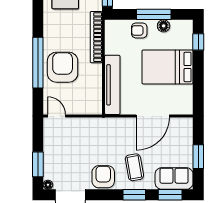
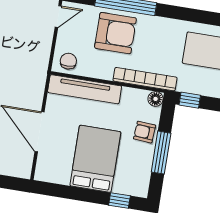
floor lamp: (164, 26) -> (156, 99), moved
armchair: (139, 30) -> (145, 132), turned -86
chair: (92, 102) -> (68, 61), added

